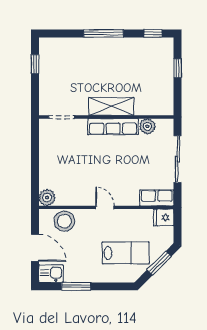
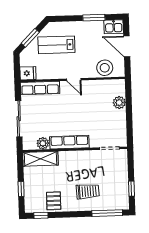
window: (103, 33) -> (107, 213), moved
pallet: (136, 52) -> (54, 201), added
trolley: (92, 62) -> (88, 191), added
shelving: (111, 106) -> (40, 159), moved
plant: (47, 198) -> (119, 103), moved
row of seats: (157, 198) -> (40, 88), width x1.48

